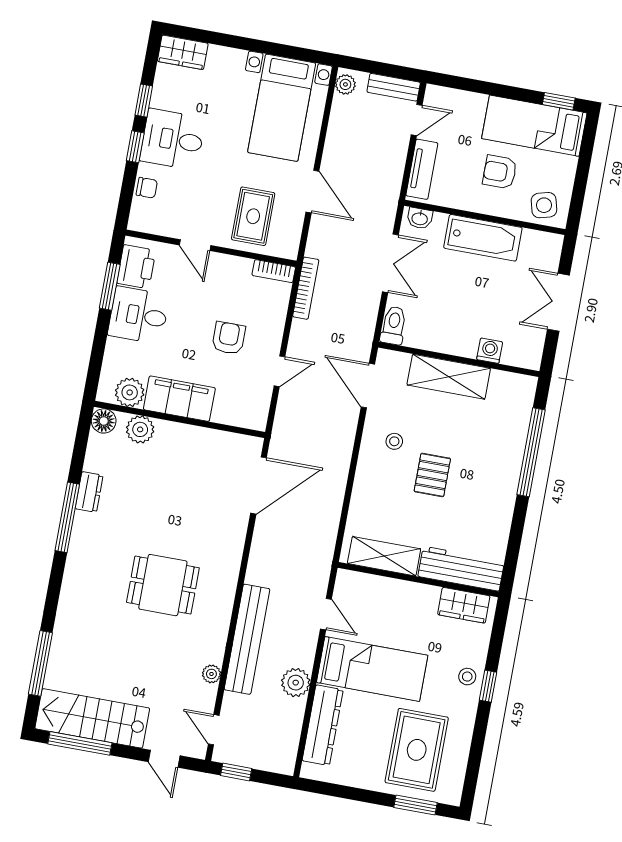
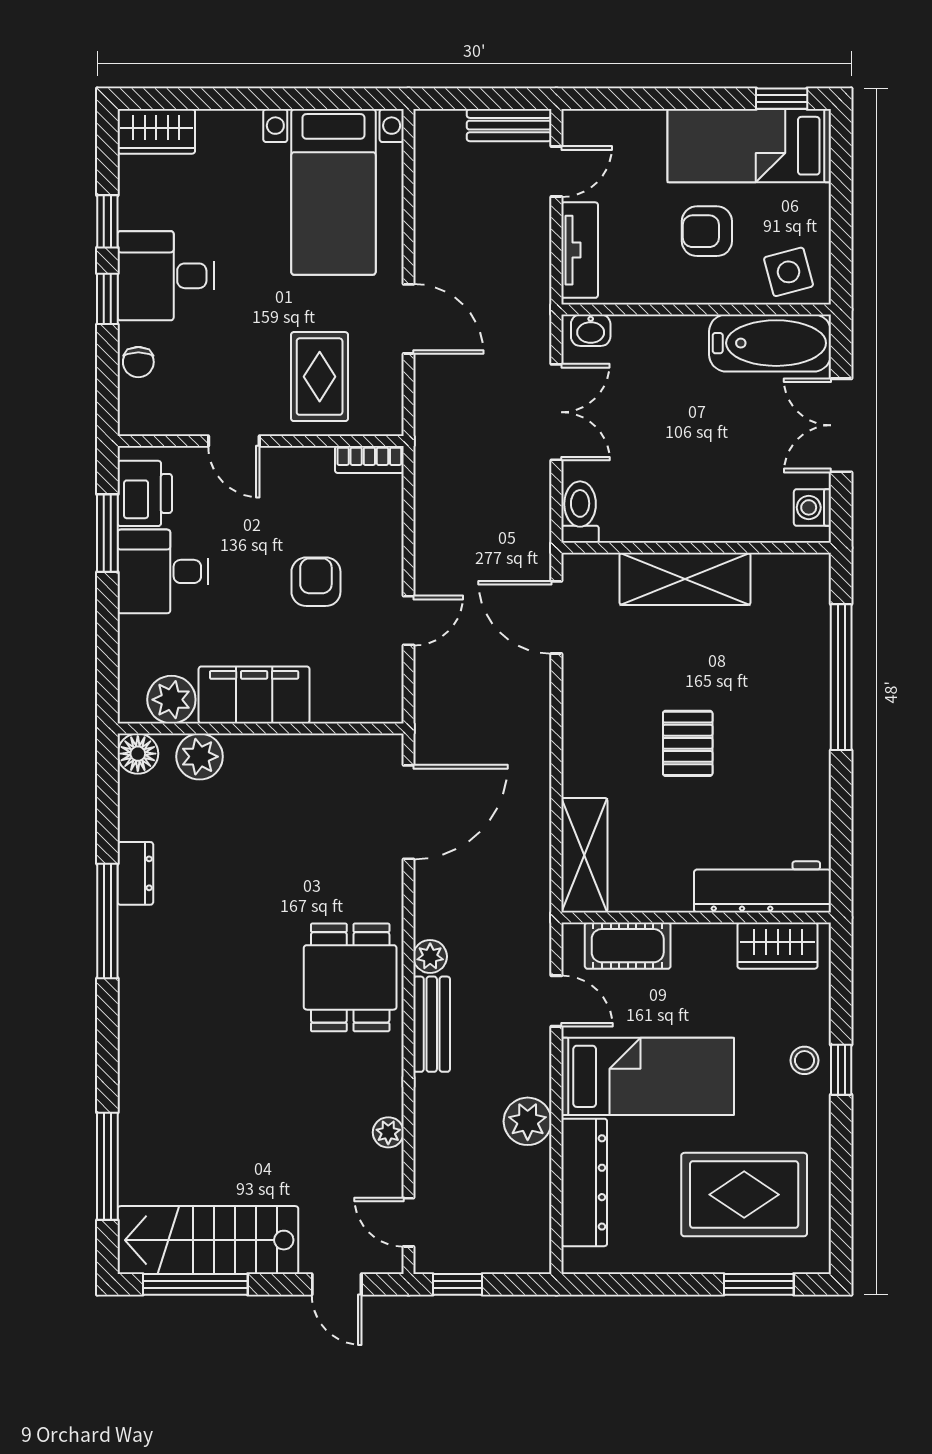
plant: (345, 84) -> (430, 956), moved
chair: (147, 188) -> (138, 362), turned 90
bathtub: (483, 238) -> (770, 343), moved
bookcase: (306, 288) -> (426, 478), removed
washing machine: (490, 351) -> (812, 507), moved, turned -90
stool: (394, 441) -> (616, 700), removed
shelving: (384, 556) -> (584, 855), moved, turned 90
dining table: (163, 585) -> (350, 977), moved, turned 90
cot: (374, 589) -> (628, 946), added
bench: (247, 639) -> (432, 1024), width x0.54, depth x0.82
rug: (417, 750) -> (744, 1195), turned 90

